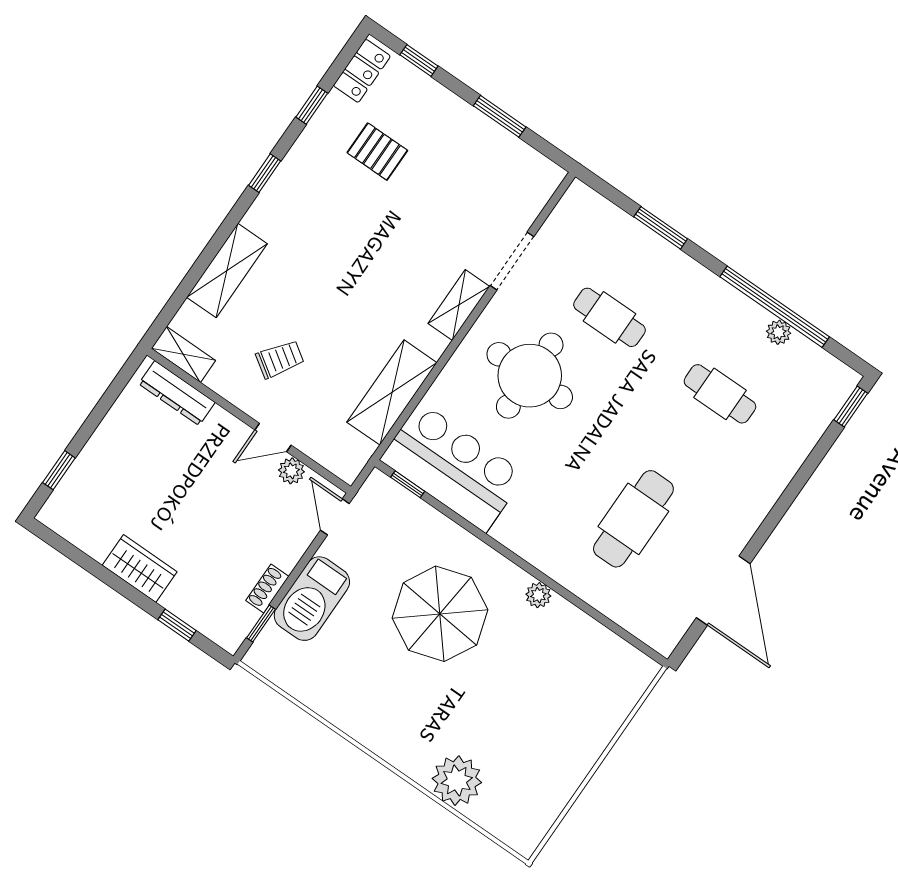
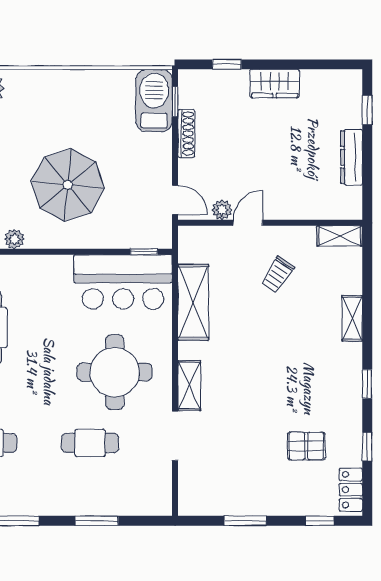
shelving: (227, 271) -> (352, 318), width x0.67, depth x0.75
dresser: (177, 393) -> (351, 157), moved, turned -90
shoe rack: (267, 589) -> (186, 133), width x1.43
barbecue: (312, 599) -> (154, 101), moved

